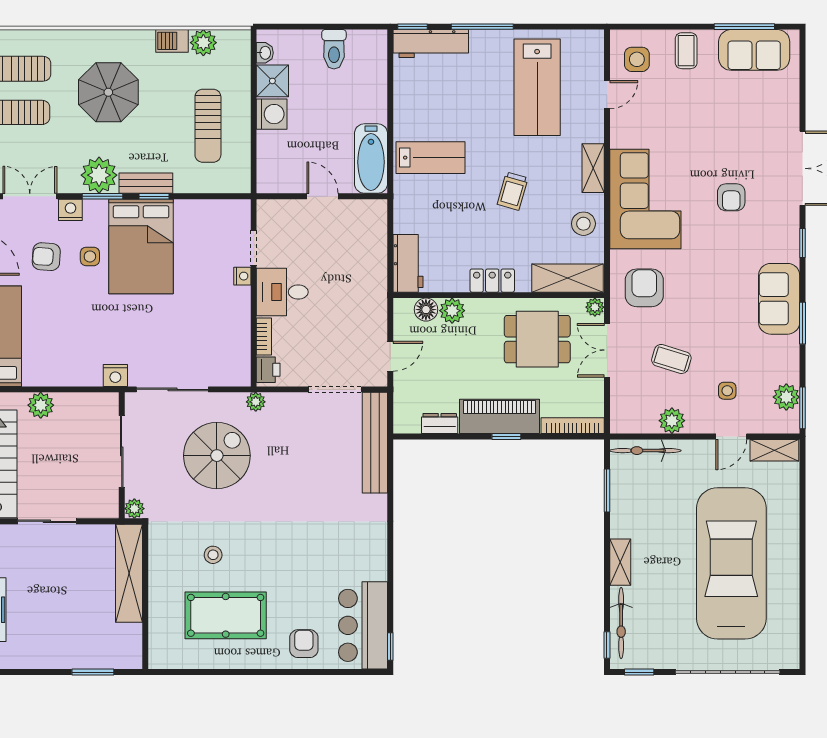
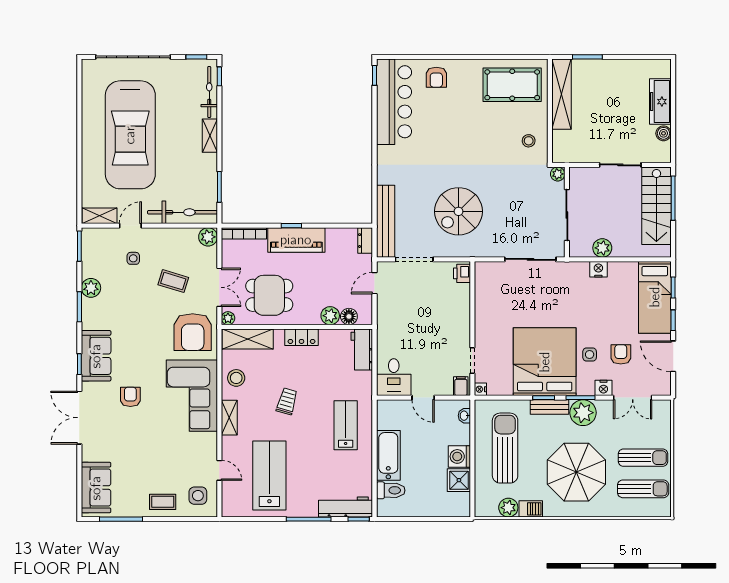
toilet: (334, 49) -> (391, 490), moved, turned 90
sofa: (754, 50) -> (96, 488), moved, turned 90
coffee table: (686, 51) -> (163, 502), turned 90
washbasin: (265, 53) -> (464, 416), moved
parasol: (108, 92) -> (576, 472), width x1.36, depth x1.36
door: (607, 95) -> (219, 470), swing flipped
sun lounger: (208, 126) -> (505, 448), width x1.36, depth x1.34
lab bench: (431, 158) -> (346, 425), turned 90
bathtub: (371, 159) -> (388, 455), moved
filing cabinet: (270, 212) -> (461, 386), added
bed: (141, 246) -> (545, 362), width x1.36
armchair: (46, 257) -> (621, 354), turned -94
nightstand: (242, 276) -> (480, 389), moved
armchair: (644, 288) -> (193, 332), width x1.36, depth x1.36
desk: (282, 292) -> (394, 377), moved, turned 90
sofa: (779, 299) -> (96, 356), moved
bookcase: (264, 336) -> (465, 297), removed
nightstand: (115, 375) -> (598, 269), moved
plant: (786, 397) -> (91, 288), moved
plant: (256, 402) -> (471, 250), removed
plant: (41, 405) -> (602, 248), moved
plant: (672, 421) -> (208, 237), moved
dresser: (440, 423) -> (365, 241), moved, turned 90
bicycle: (645, 451) -> (182, 212), width x1.37, depth x1.40
spiral stairs: (217, 456) -> (458, 211), moved
stool: (213, 555) -> (529, 141), moved
shelving: (129, 573) -> (562, 94), moved
pool table: (226, 615) -> (512, 85), moved
bar counter: (363, 625) -> (394, 102), width x1.36

